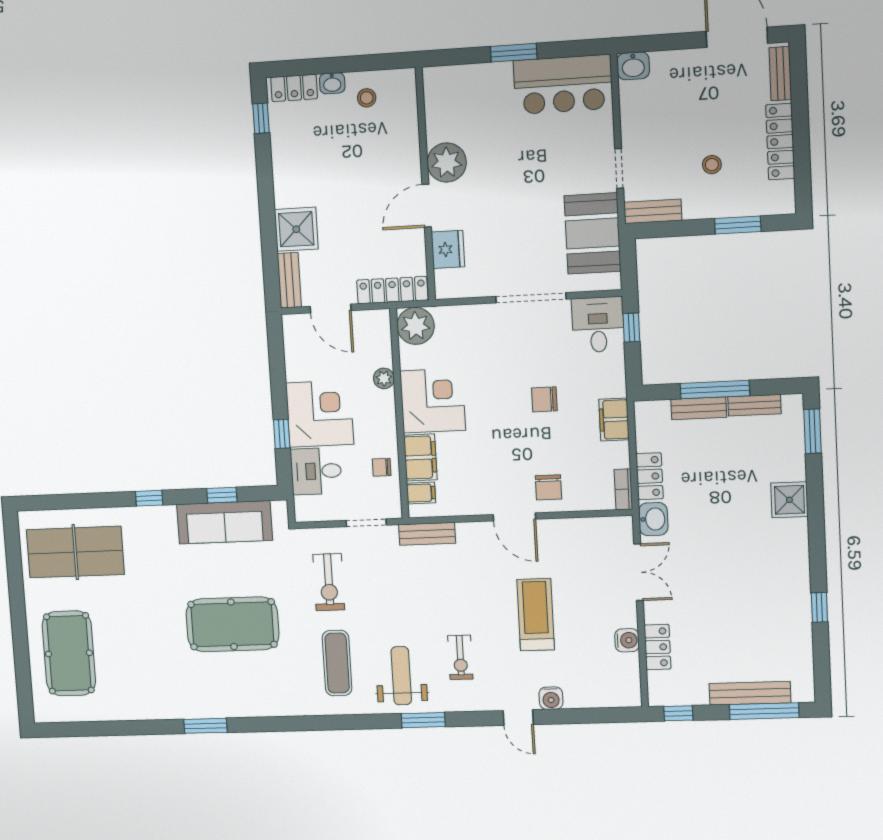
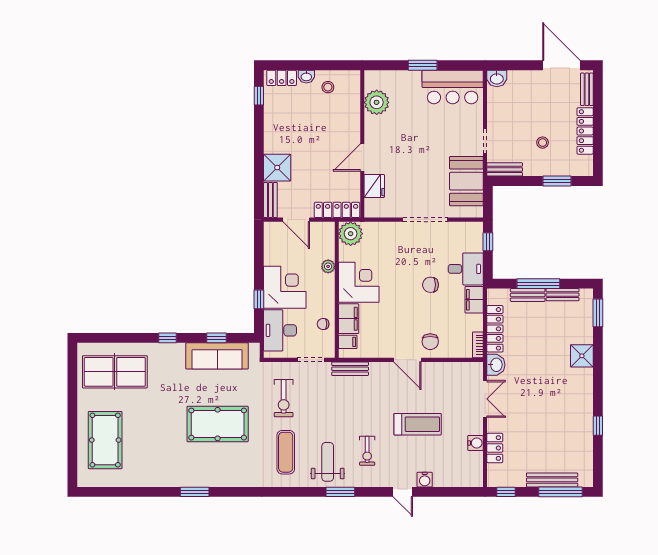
plant: (447, 162) -> (377, 102), moved
desk: (598, 325) -> (466, 269), moved, turned 90
desk: (316, 471) -> (280, 330), width x1.37
locker: (650, 476) -> (495, 329), width x1.53
treadmill: (536, 615) -> (418, 424), turned 90

